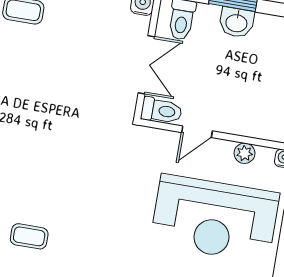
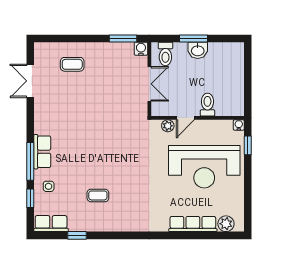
toilet: (161, 111) -> (207, 105), moved, turned -90
plant: (245, 153) -> (168, 126), moved

